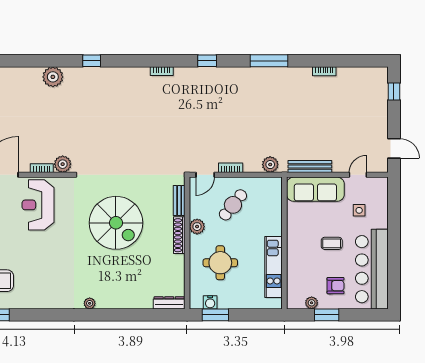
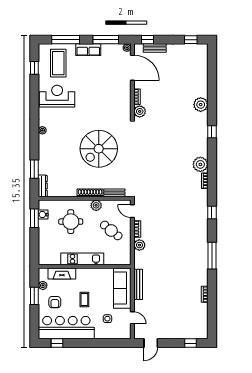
plant: (138, 77) -> (200, 164), added
plant: (270, 165) -> (139, 245), moved
reception desk: (38, 205) -> (57, 96), moved
kitchen unit: (274, 267) -> (82, 259), moved
fireplace: (295, 276) -> (62, 274), added
window: (394, 283) -> (57, 343), added
window: (145, 315) -> (34, 169), added

